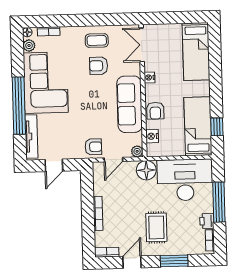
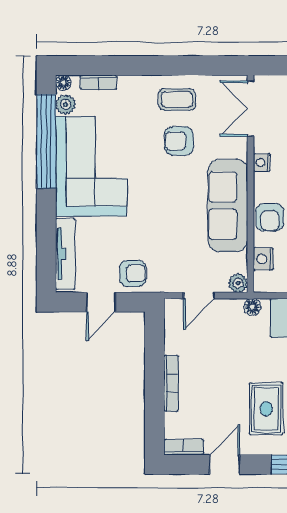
window: (19, 106) -> (46, 141), moved
armchair: (93, 147) -> (133, 273), moved
floor lamp: (146, 170) -> (252, 307), width x0.53, depth x0.53

